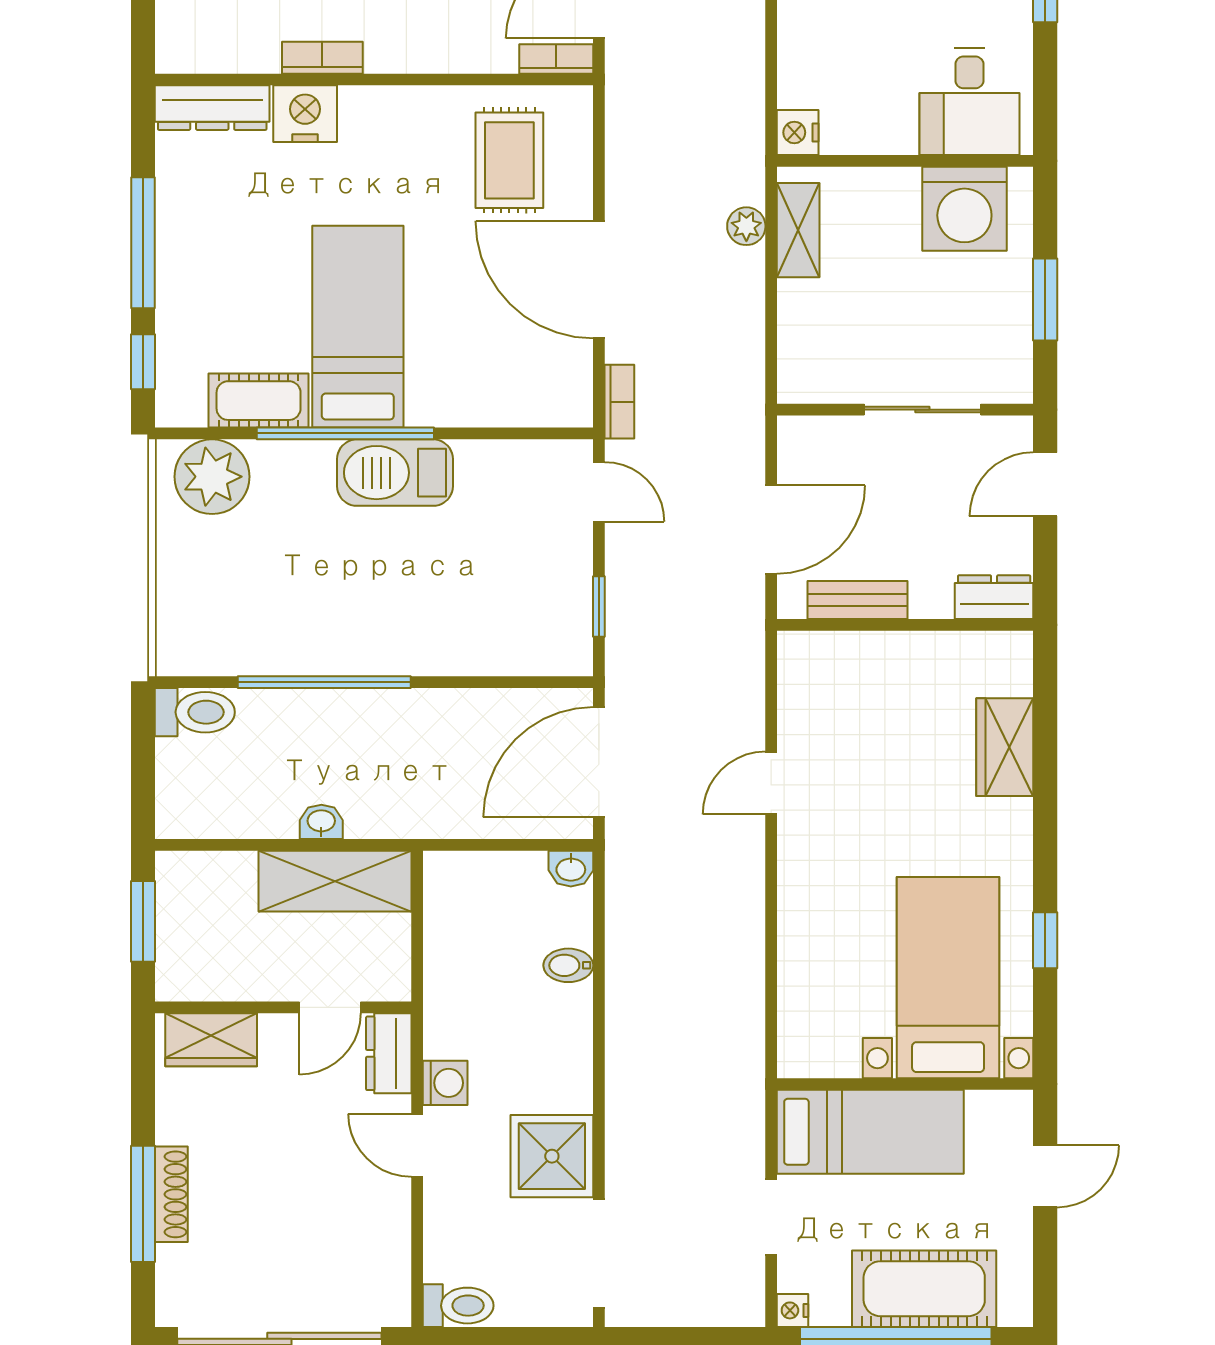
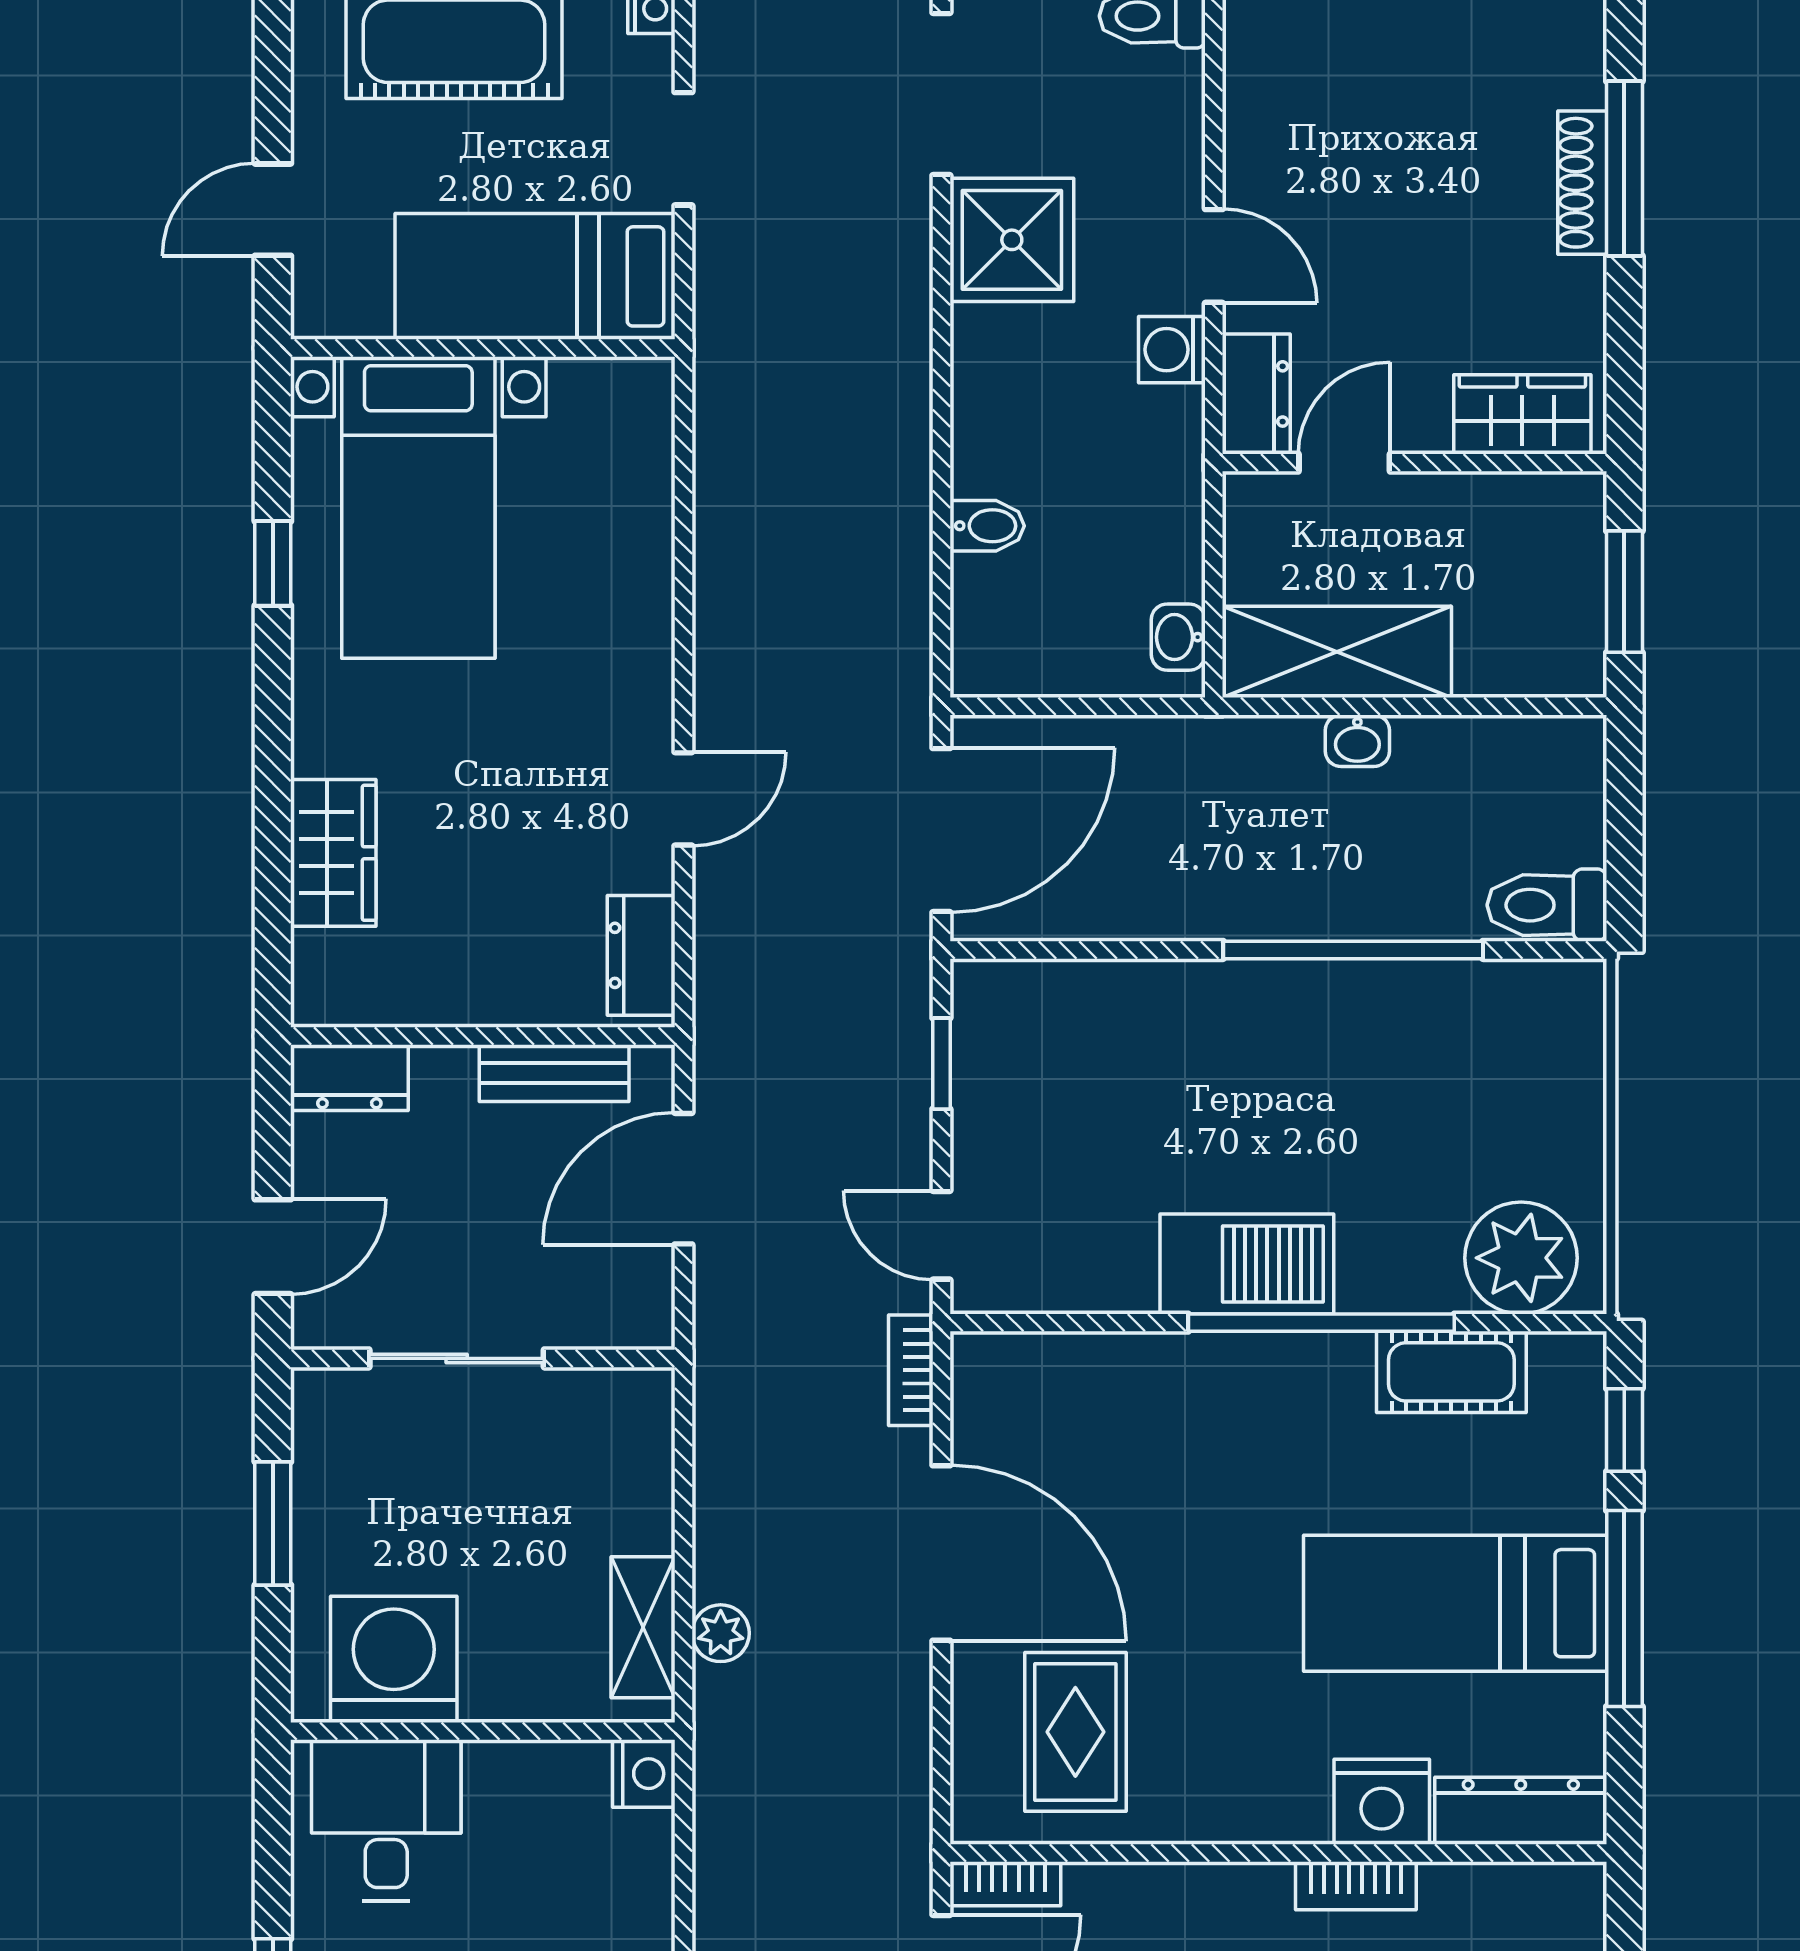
bed: (358, 327) -> (1455, 1603), moved, turned 90
dresser: (799, 679) -> (641, 955), added
washbasin: (571, 869) -> (1178, 637), moved, turned -90

